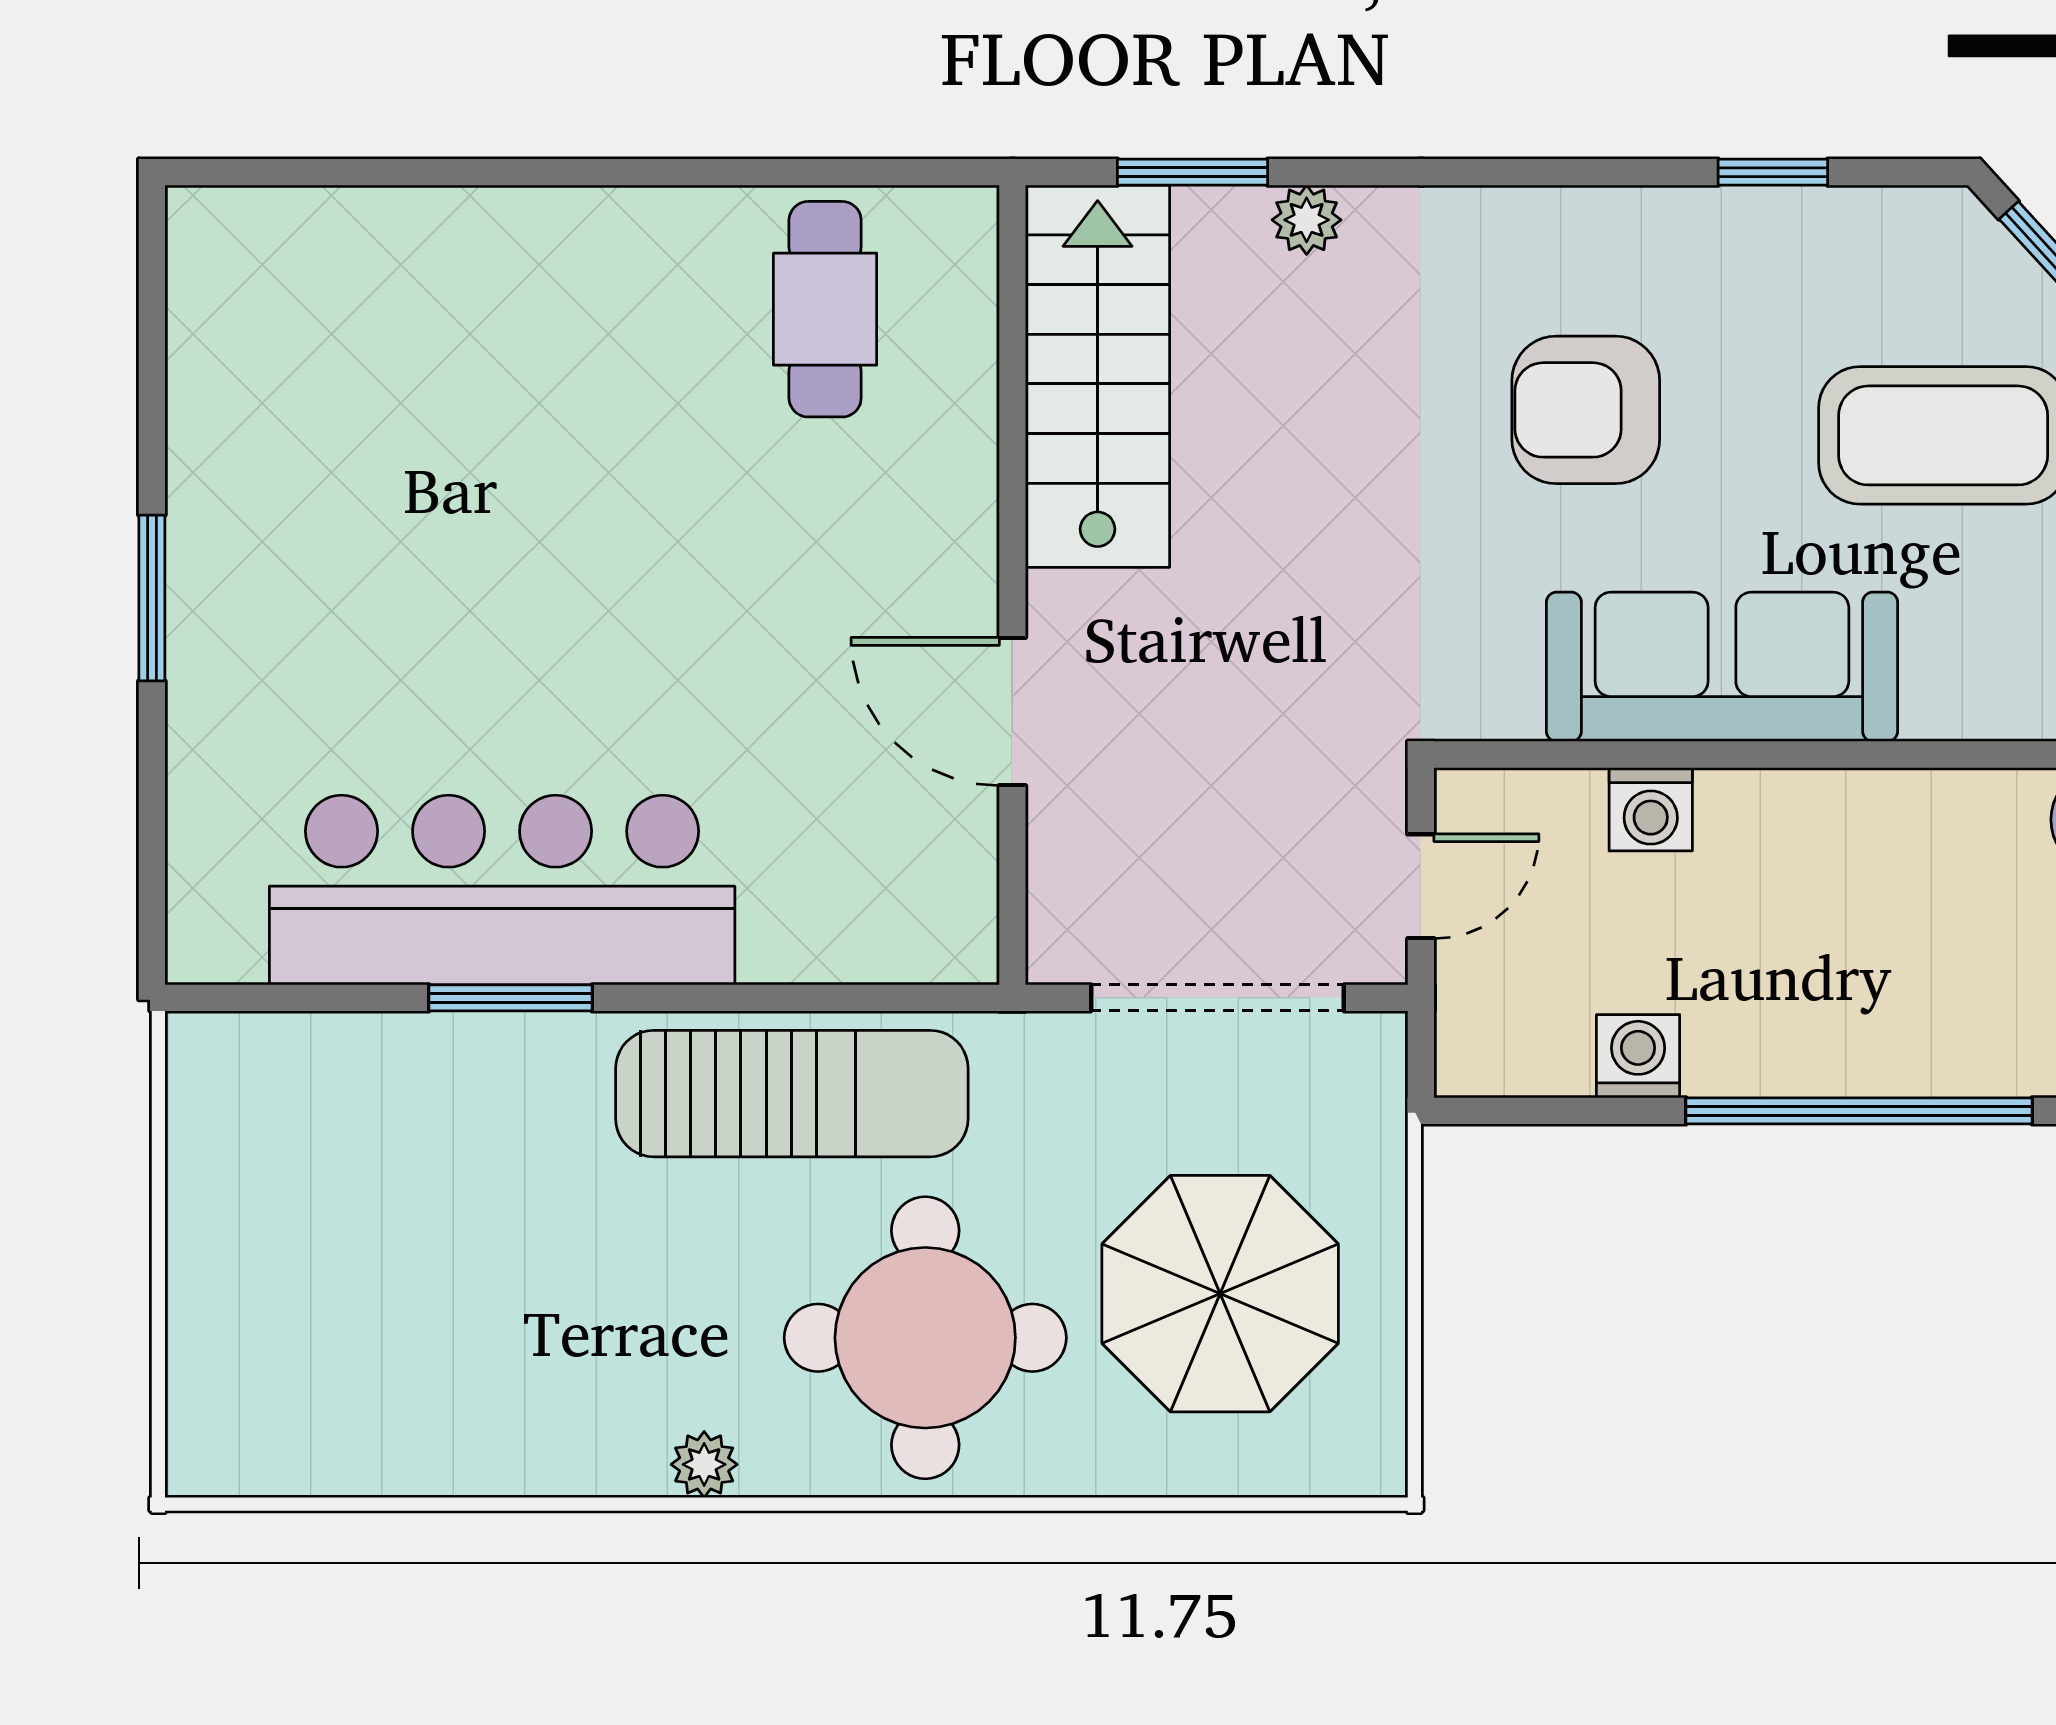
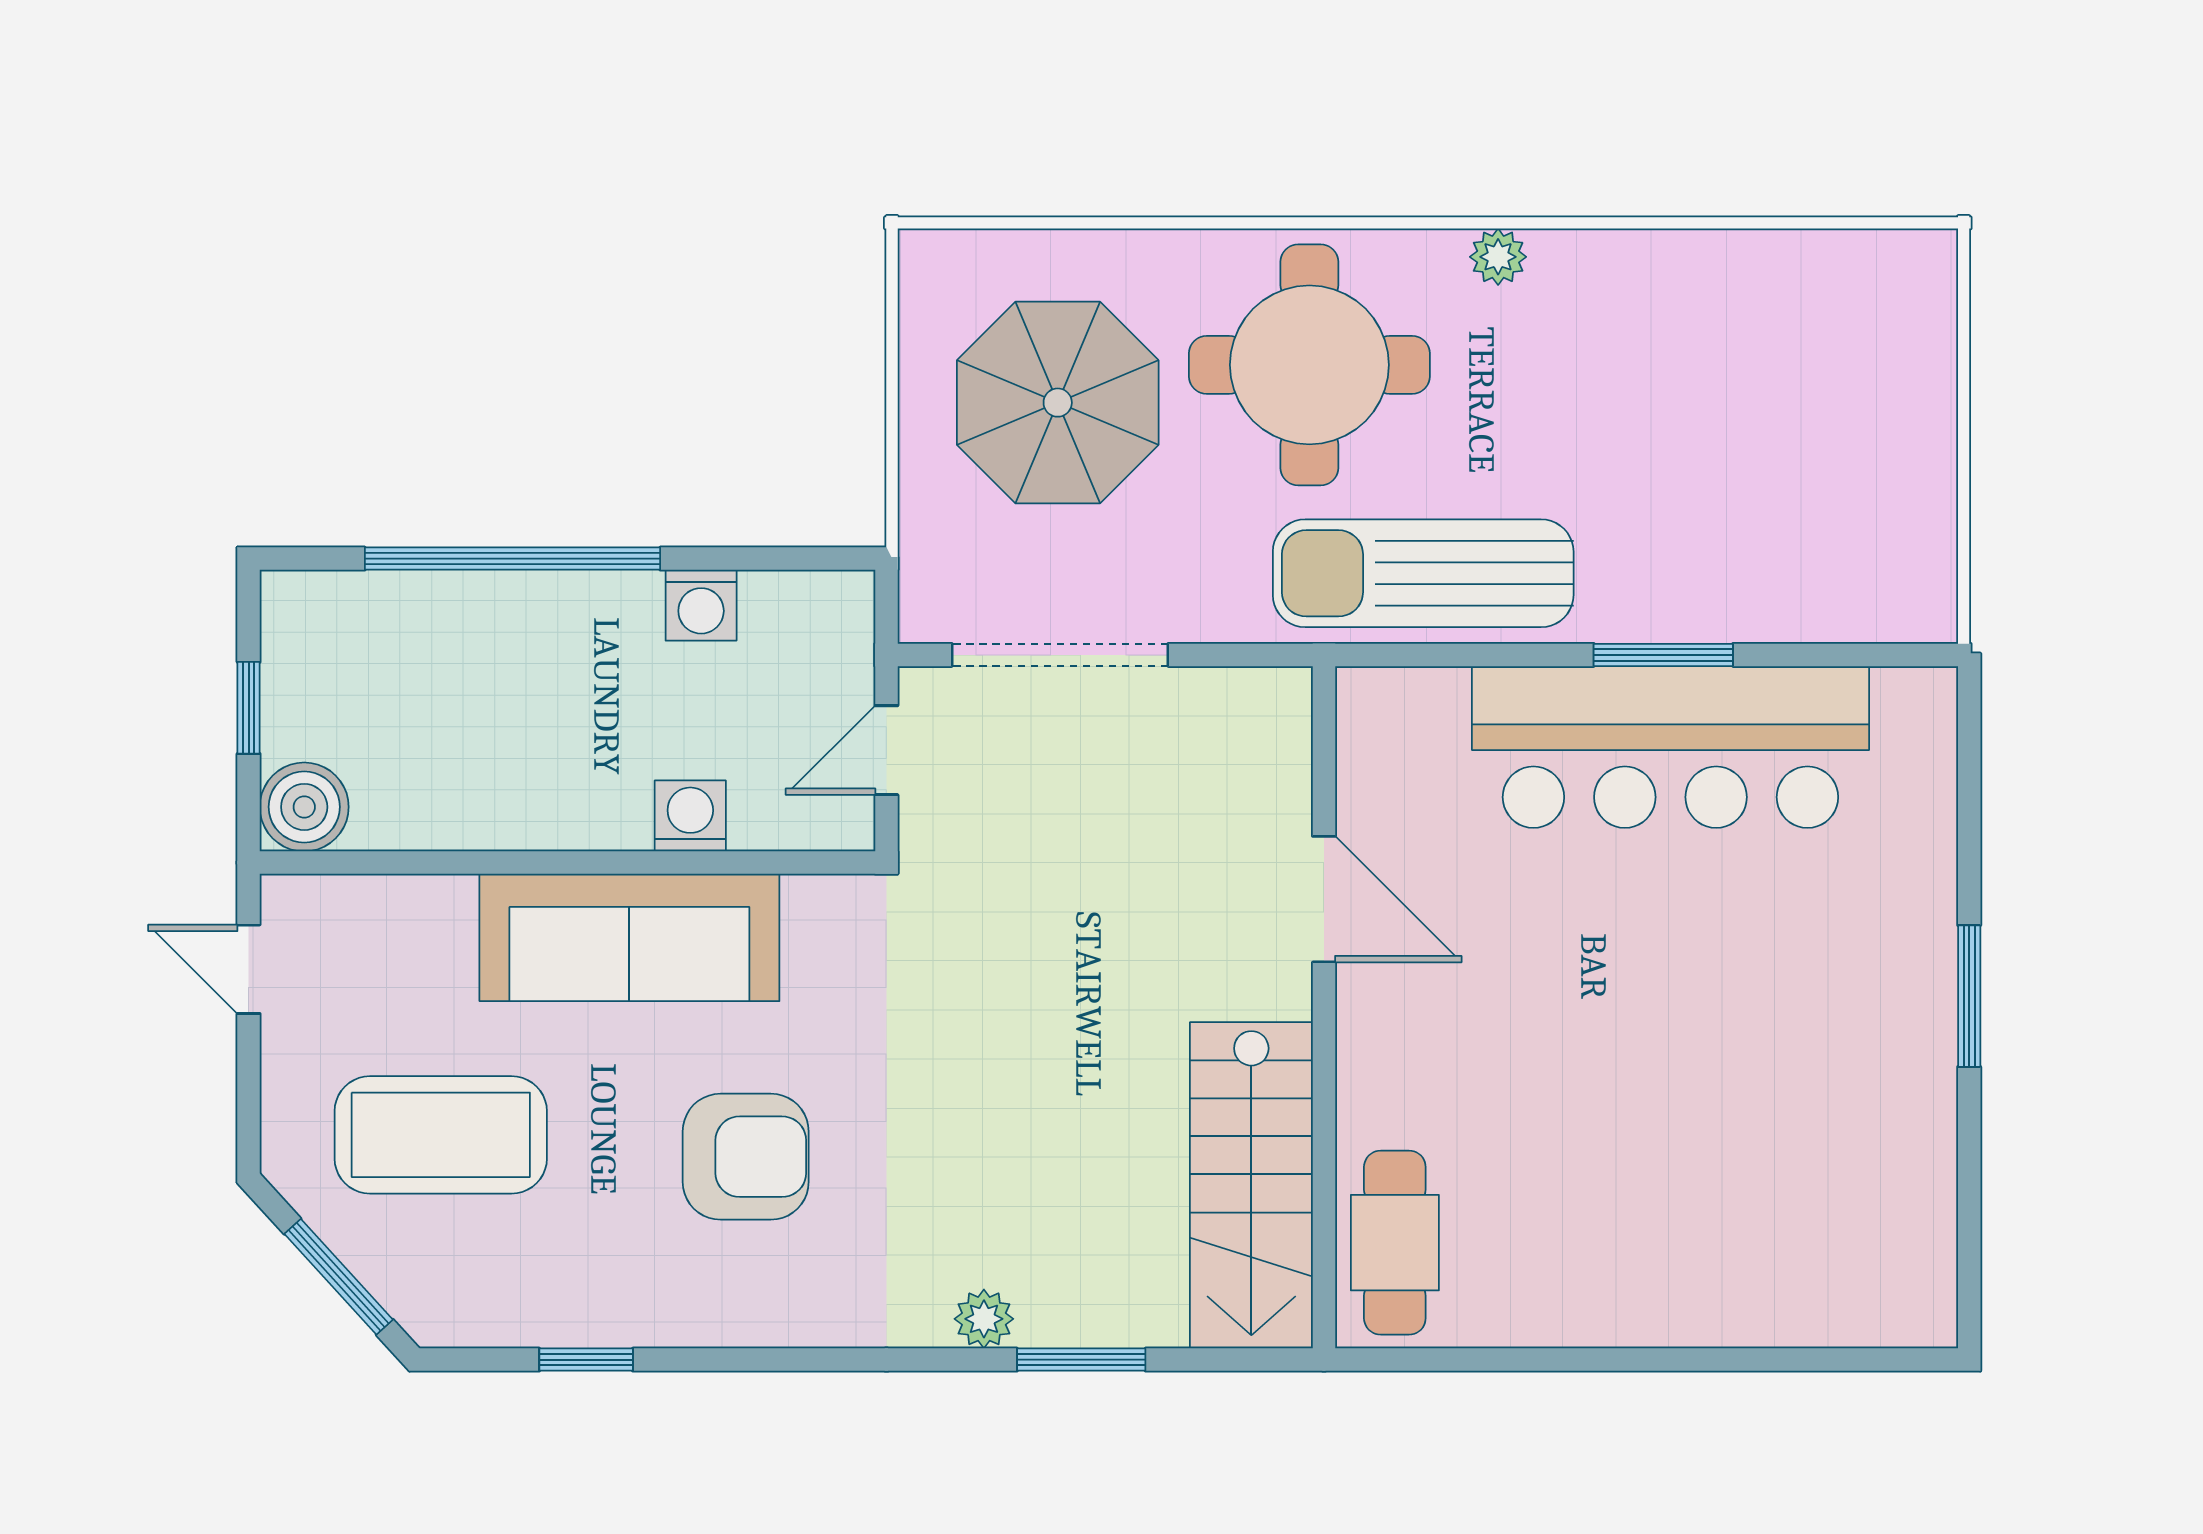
stairs: (1098, 376) -> (1251, 1185), moved
wall: (1012, 585) -> (1324, 1007), moved
door: (1012, 712) -> (1324, 899), moved

